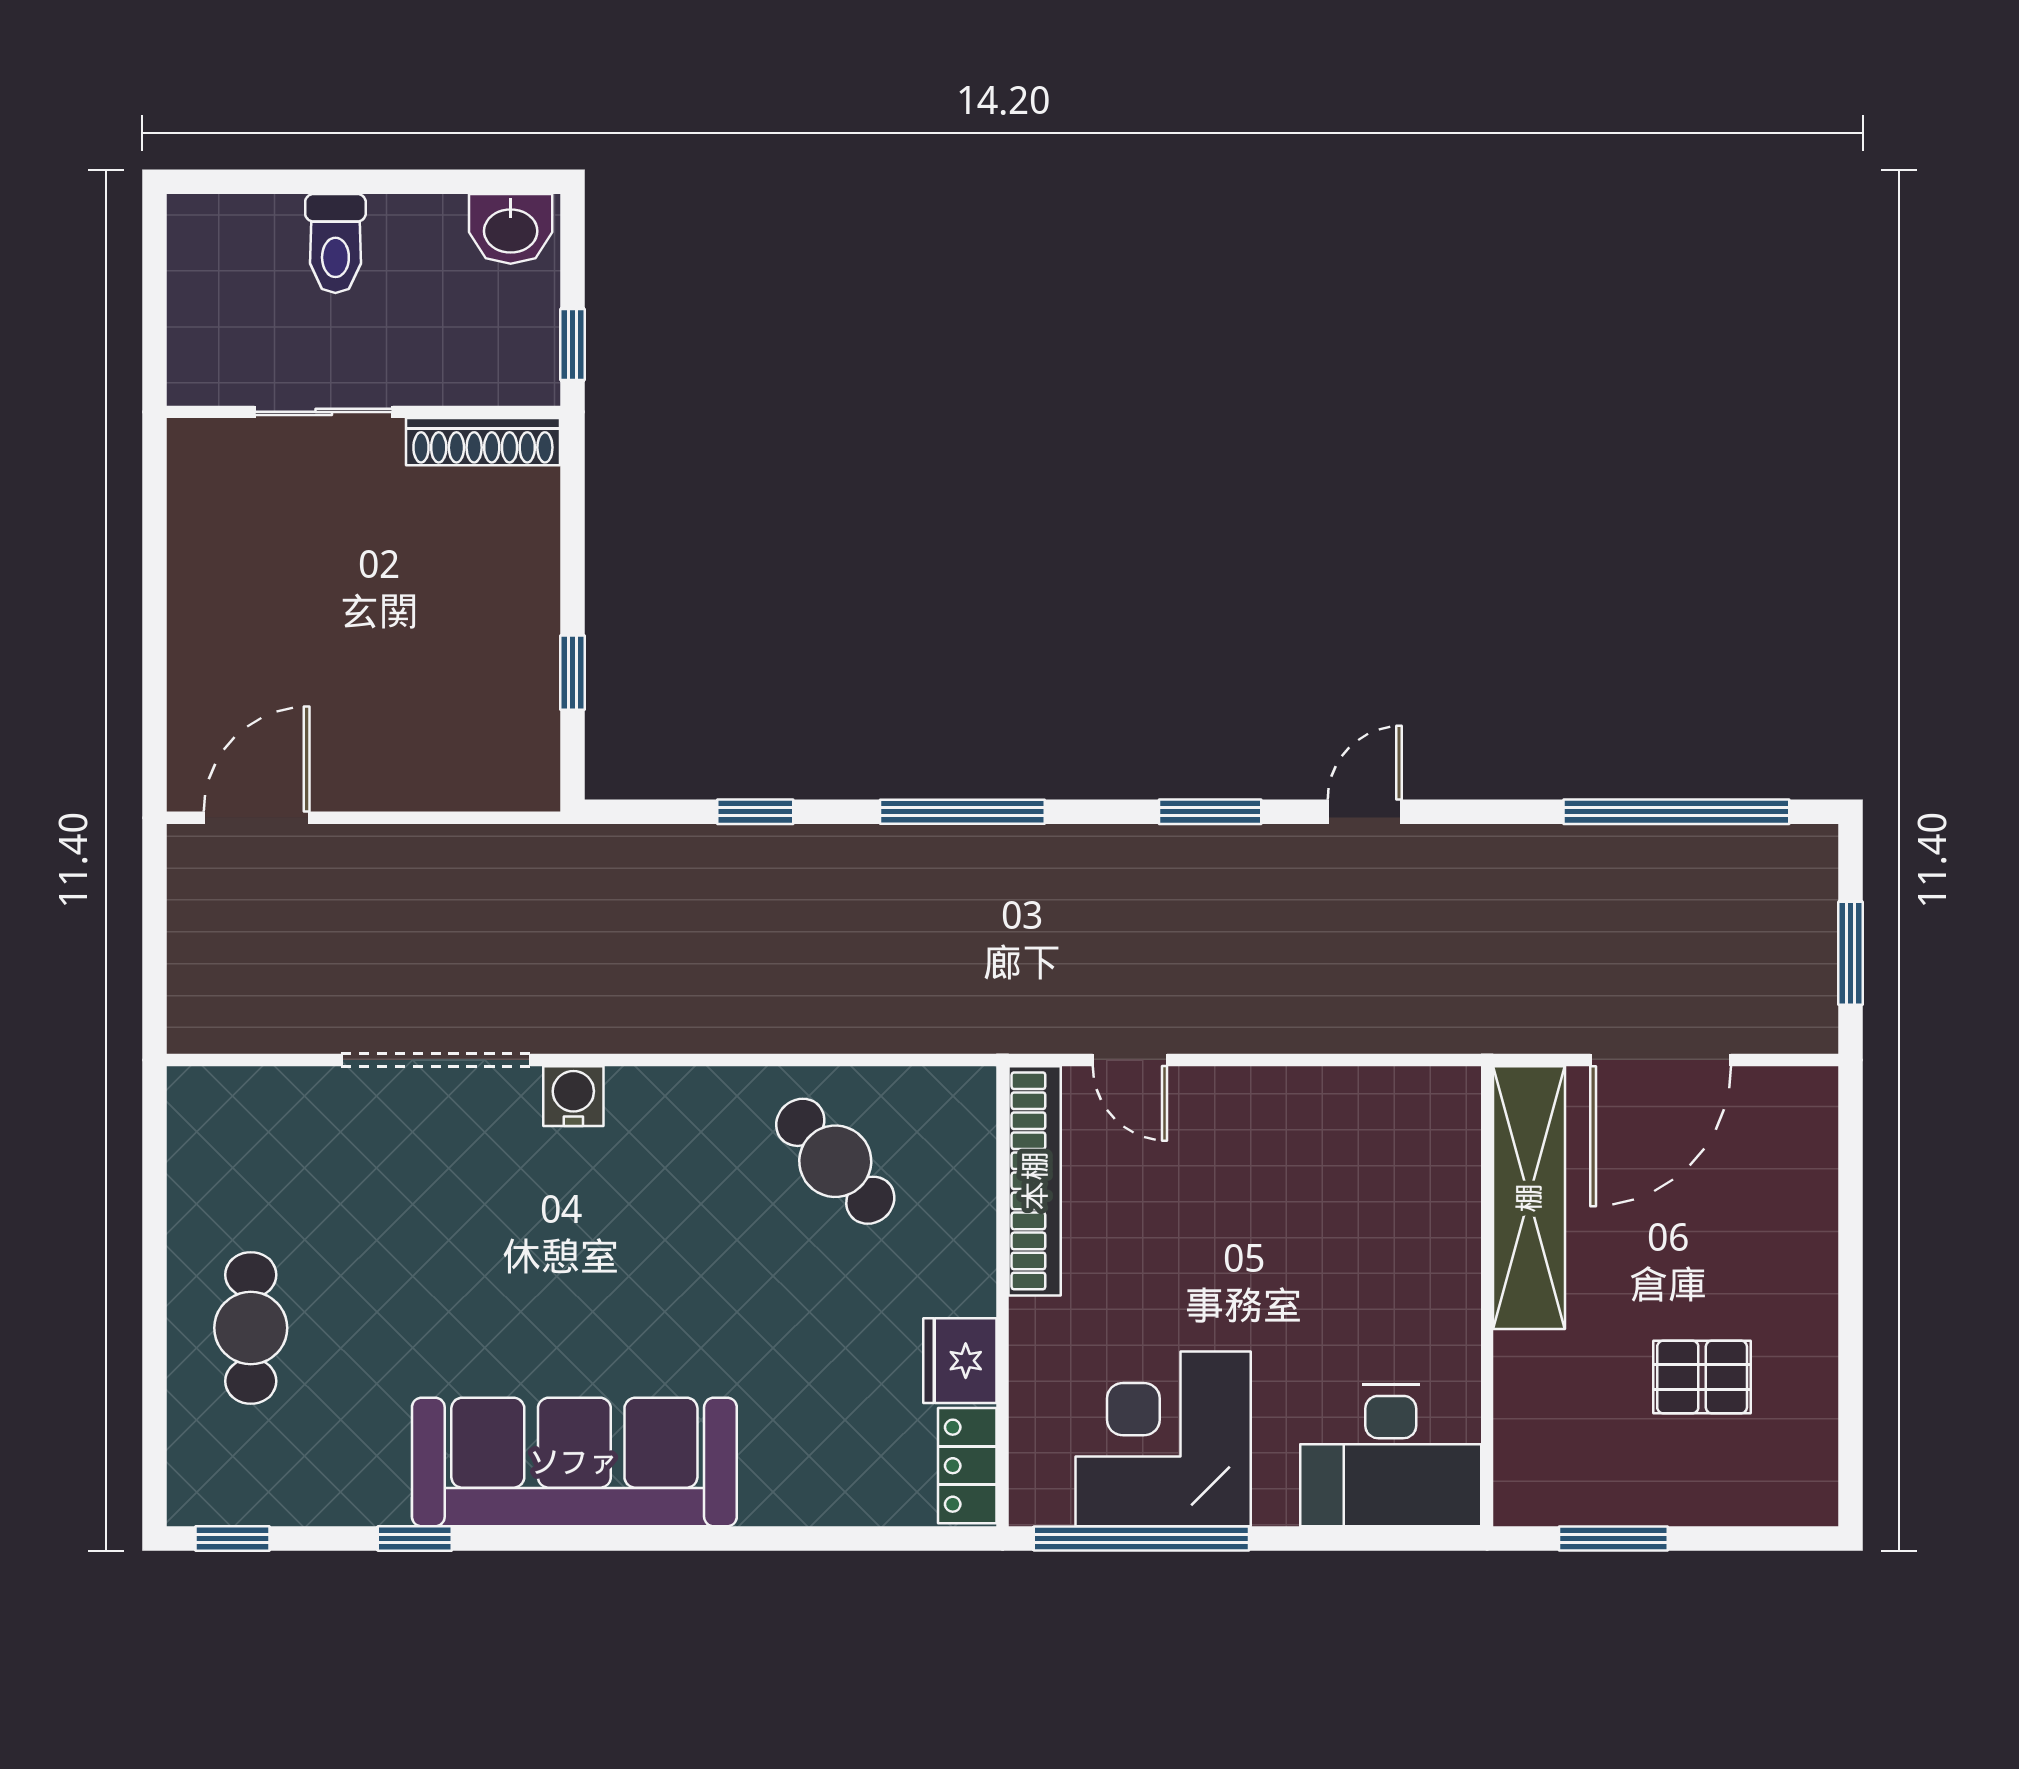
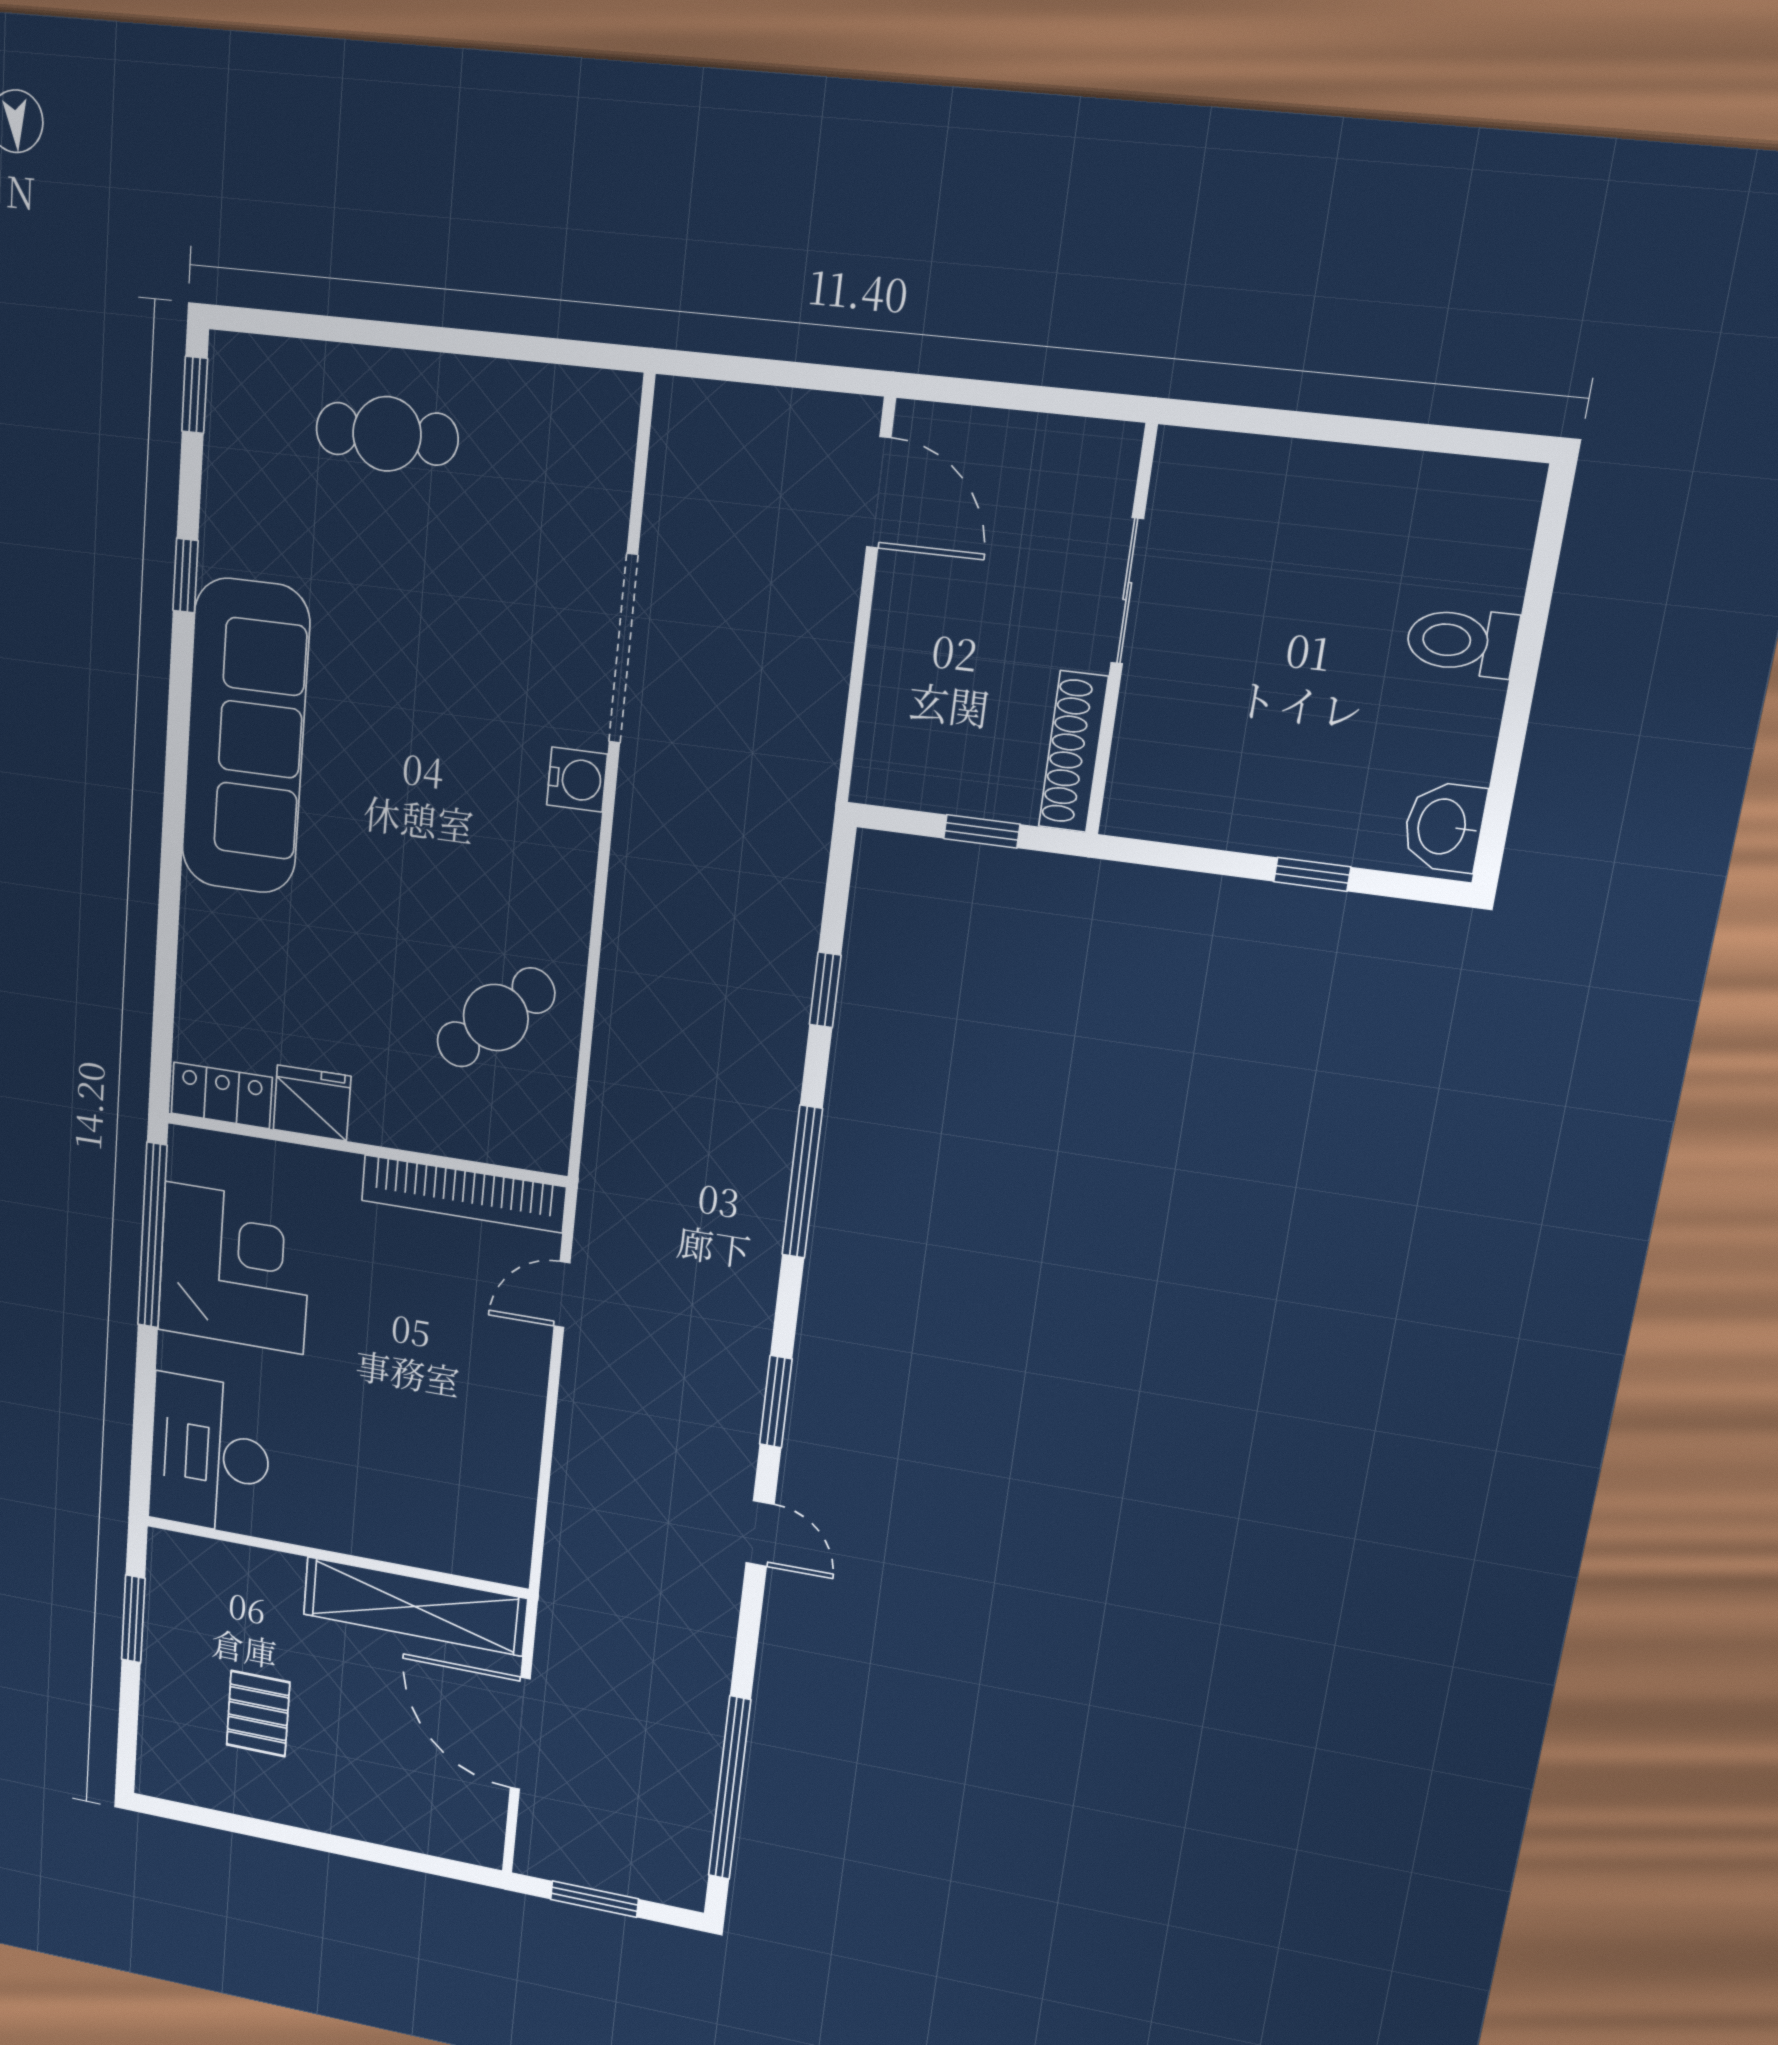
sliding door: (324, 412) -> (1127, 591), moved
wall: (364, 412) -> (1121, 633), moved
shoe rack: (483, 442) -> (1073, 752), moved

